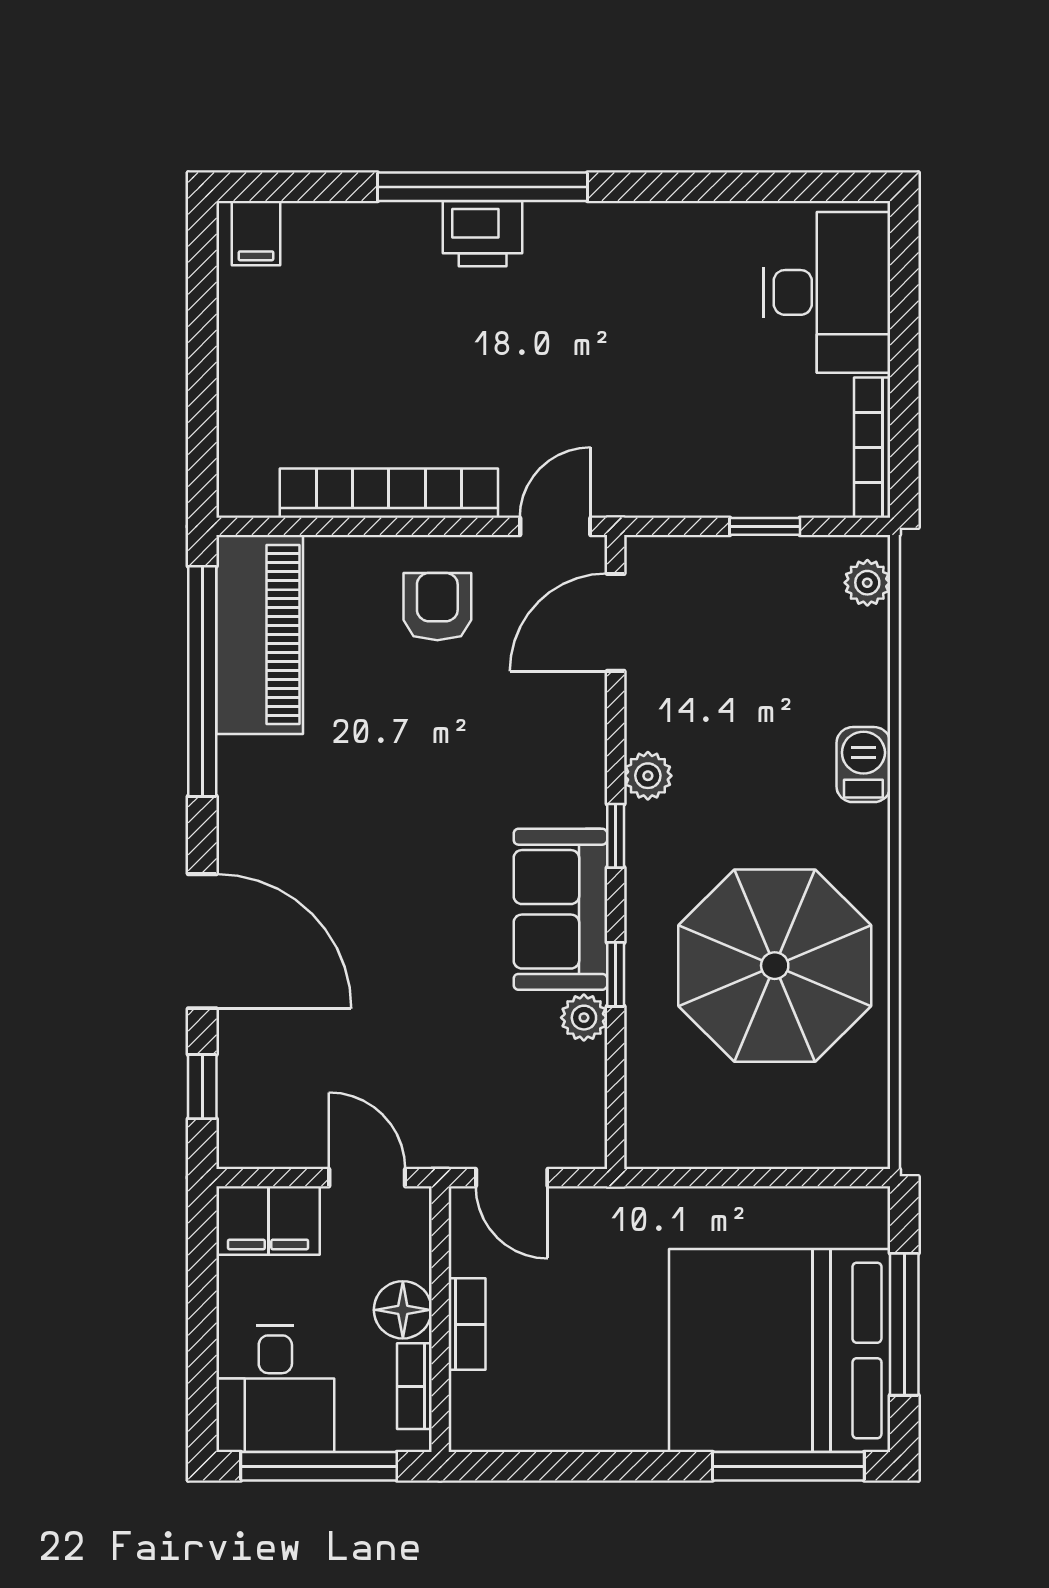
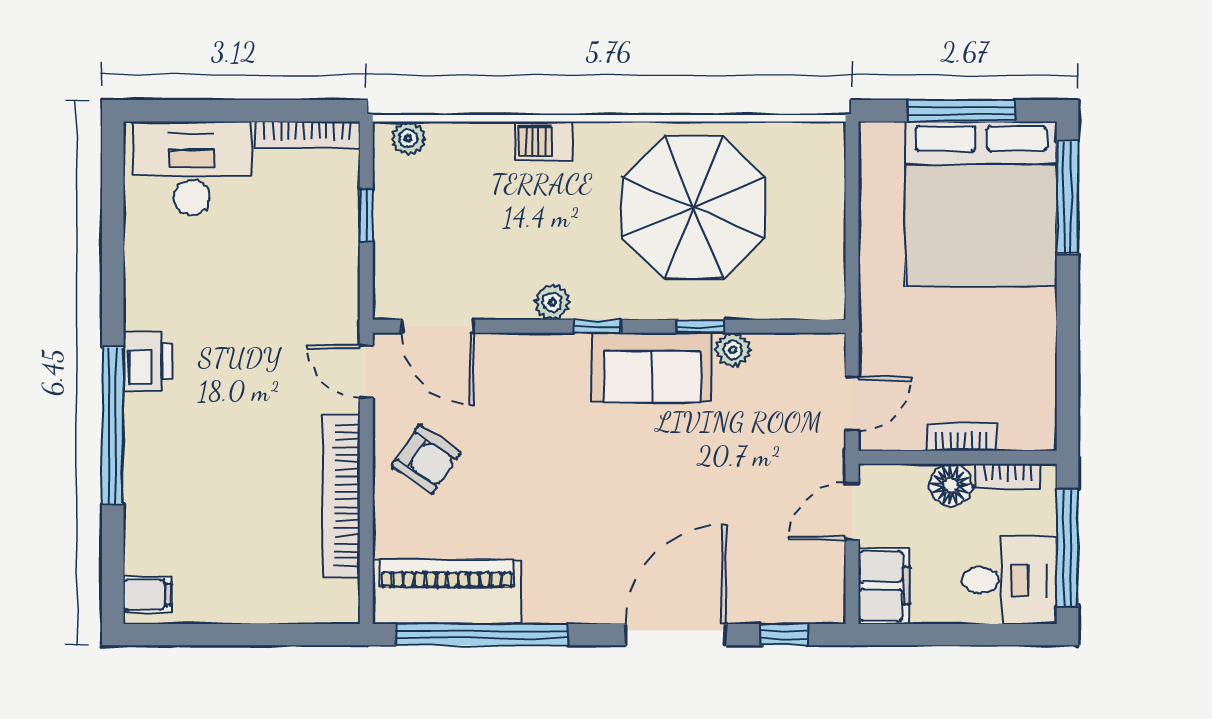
printer: (483, 234) -> (148, 362), moved
armchair: (437, 607) -> (426, 459), turned -146

